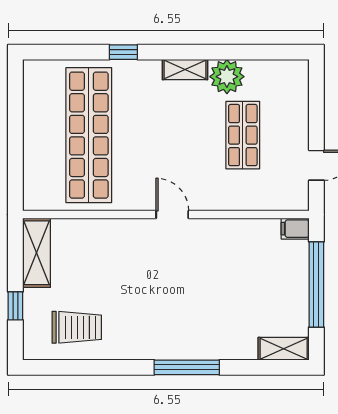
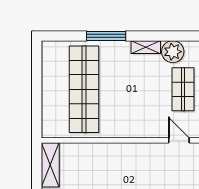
window: (123, 52) -> (106, 36), width x2.17
door: (172, 215) -> (179, 140), moved

